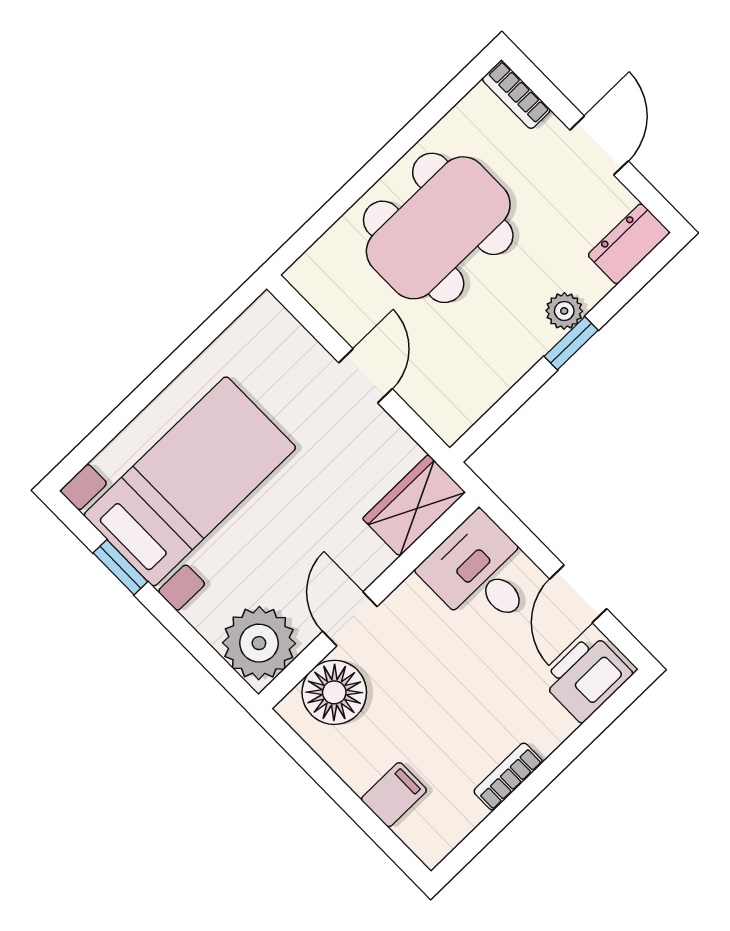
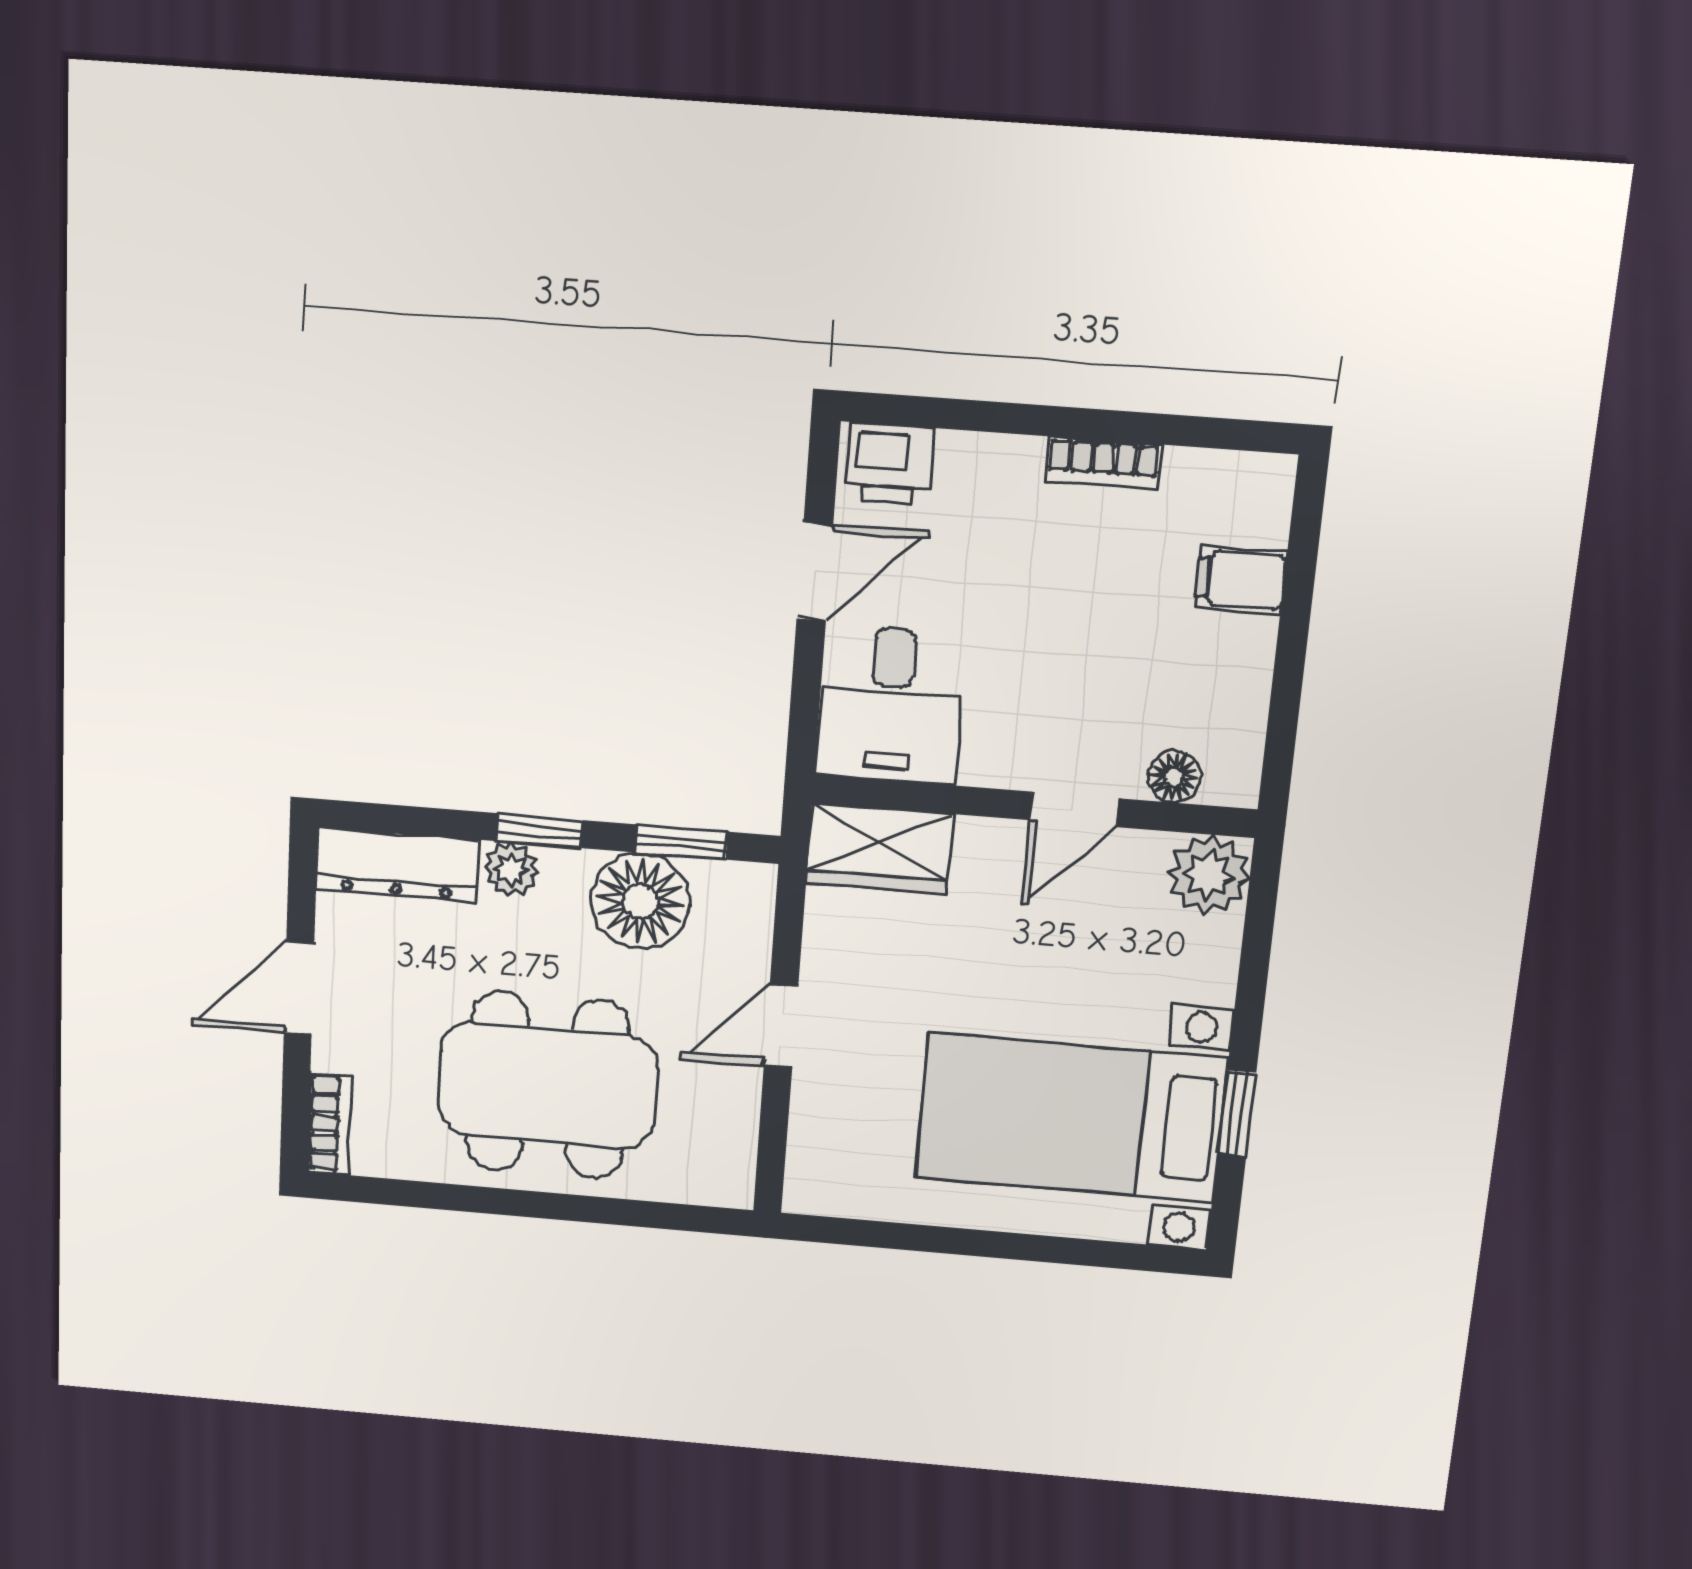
dresser: (629, 244) -> (397, 865), width x1.44
floor lamp: (491, 362) -> (640, 901), added
window: (503, 409) -> (681, 842), added
plant: (259, 643) -> (1209, 875), width x0.73, depth x0.73
printer: (587, 677) -> (889, 464), width x0.73, depth x0.81
floor lamp: (334, 692) -> (1174, 777), width x0.53, depth x0.53

